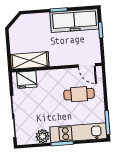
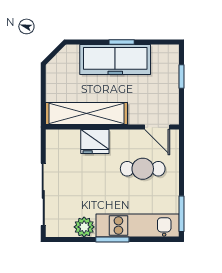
freezer: (74, 21) -> (115, 60), moved
shelving: (30, 60) -> (86, 113), width x1.47
fridge: (27, 80) -> (95, 141), moved

